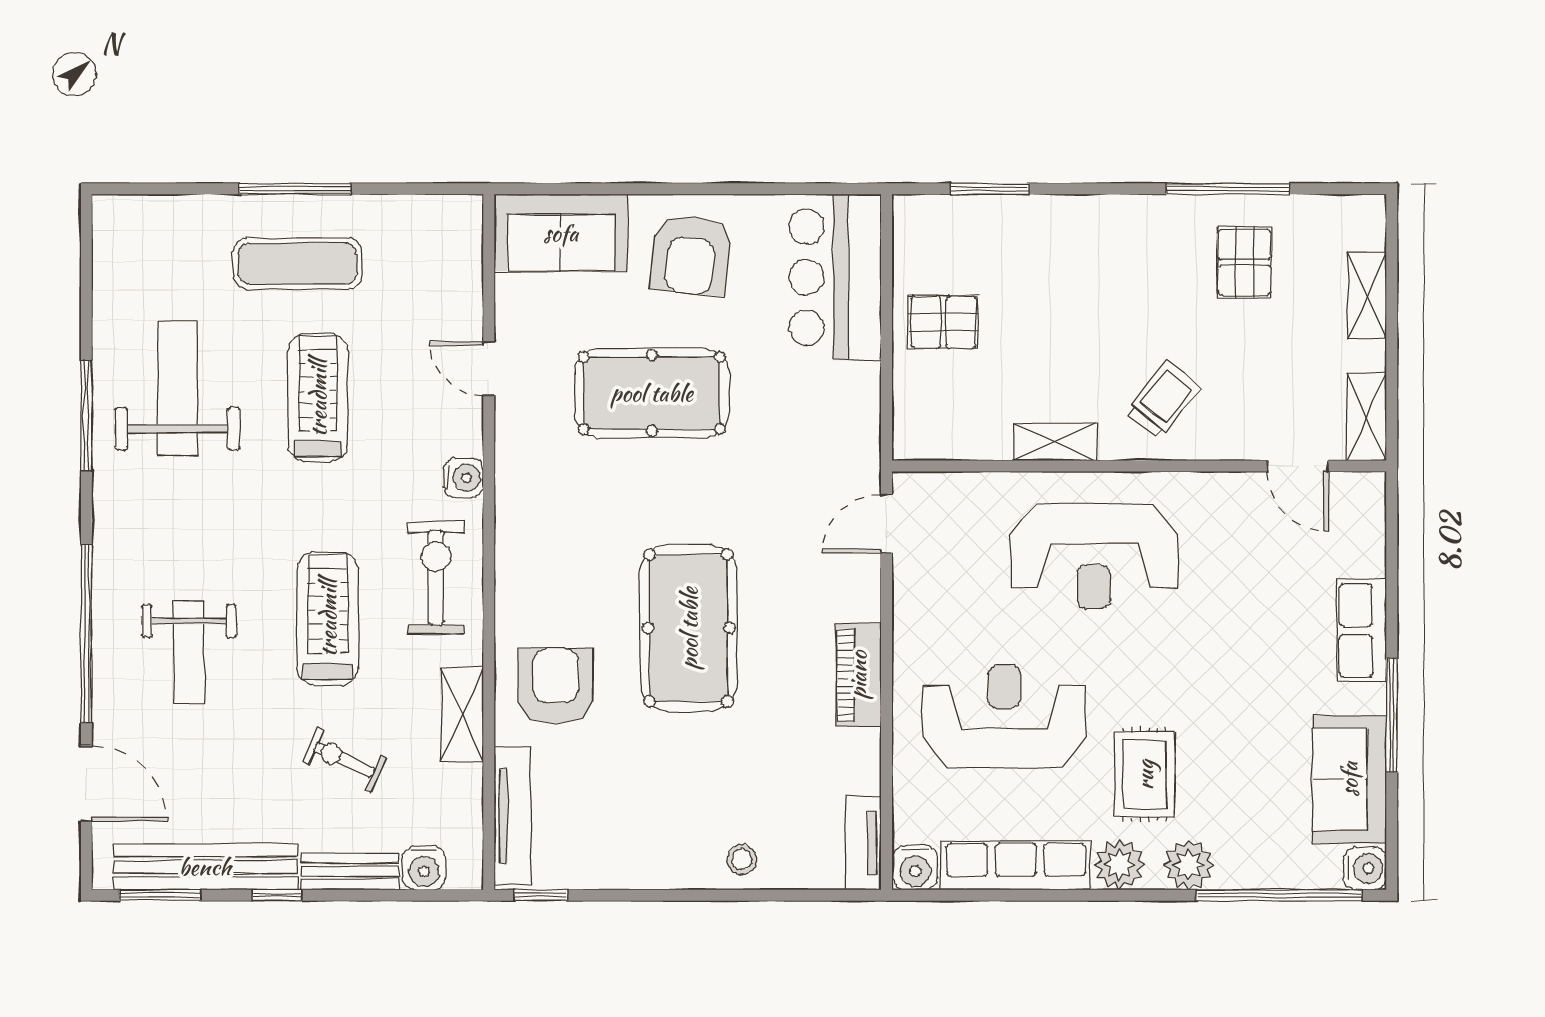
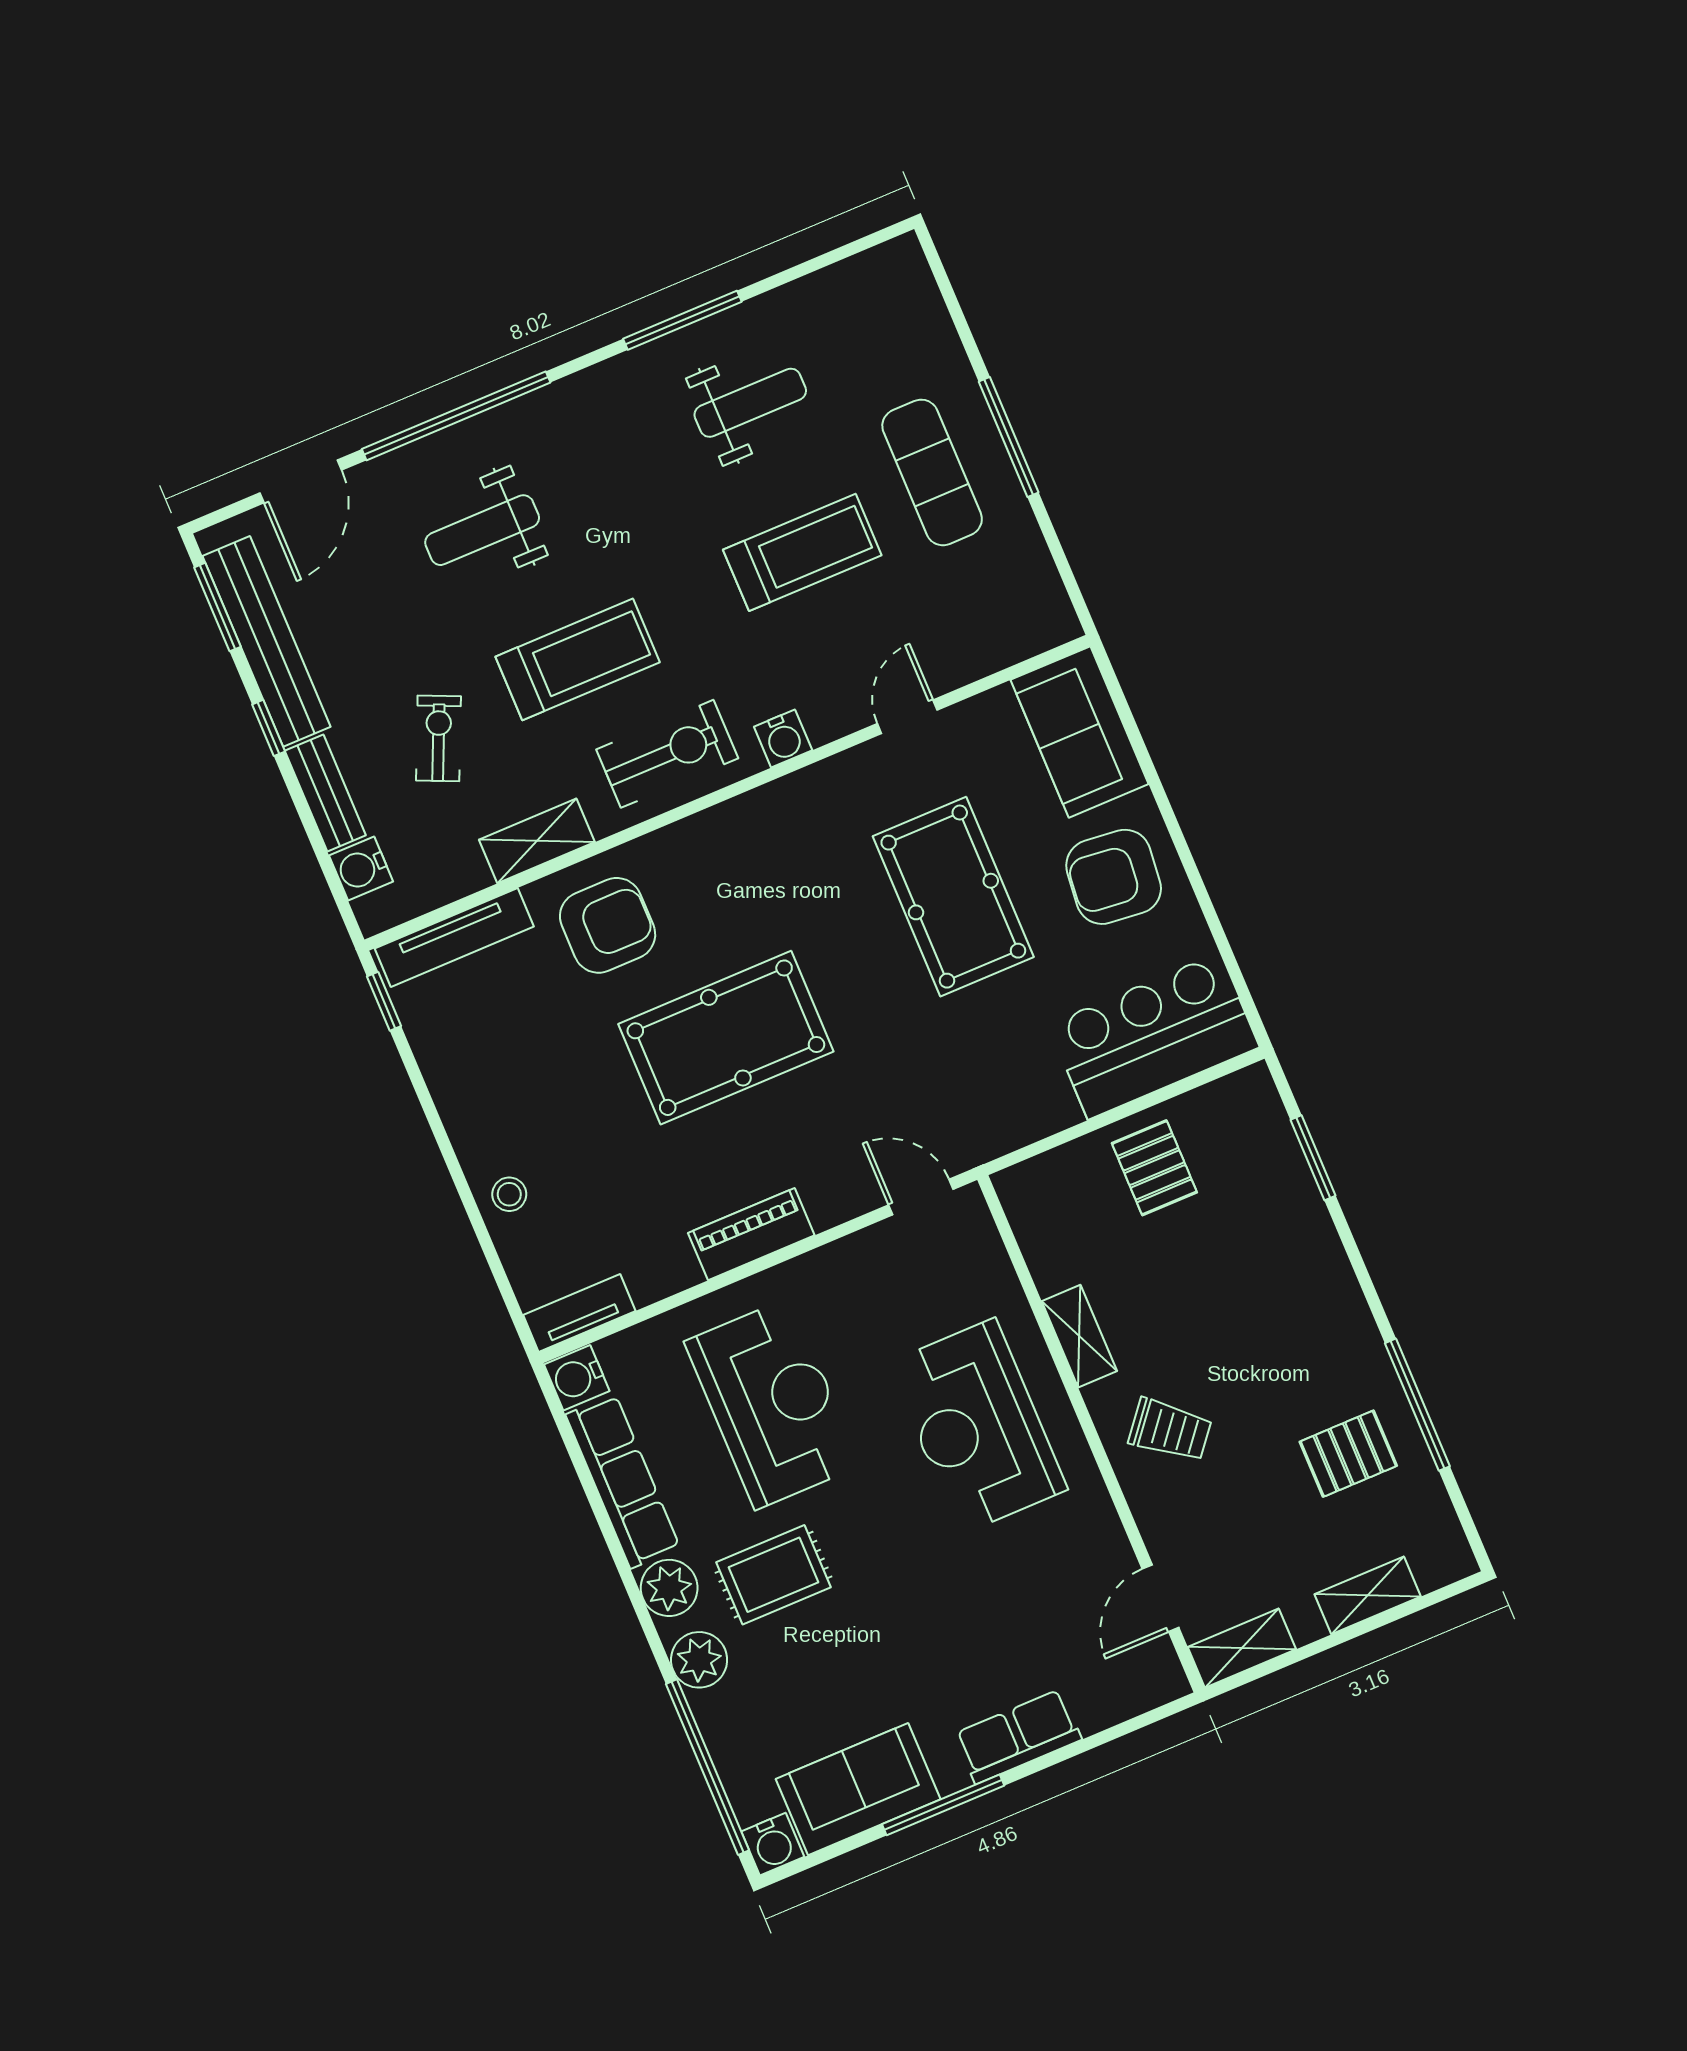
weight bench: (177, 388) -> (750, 403), width x0.73, depth x0.75

